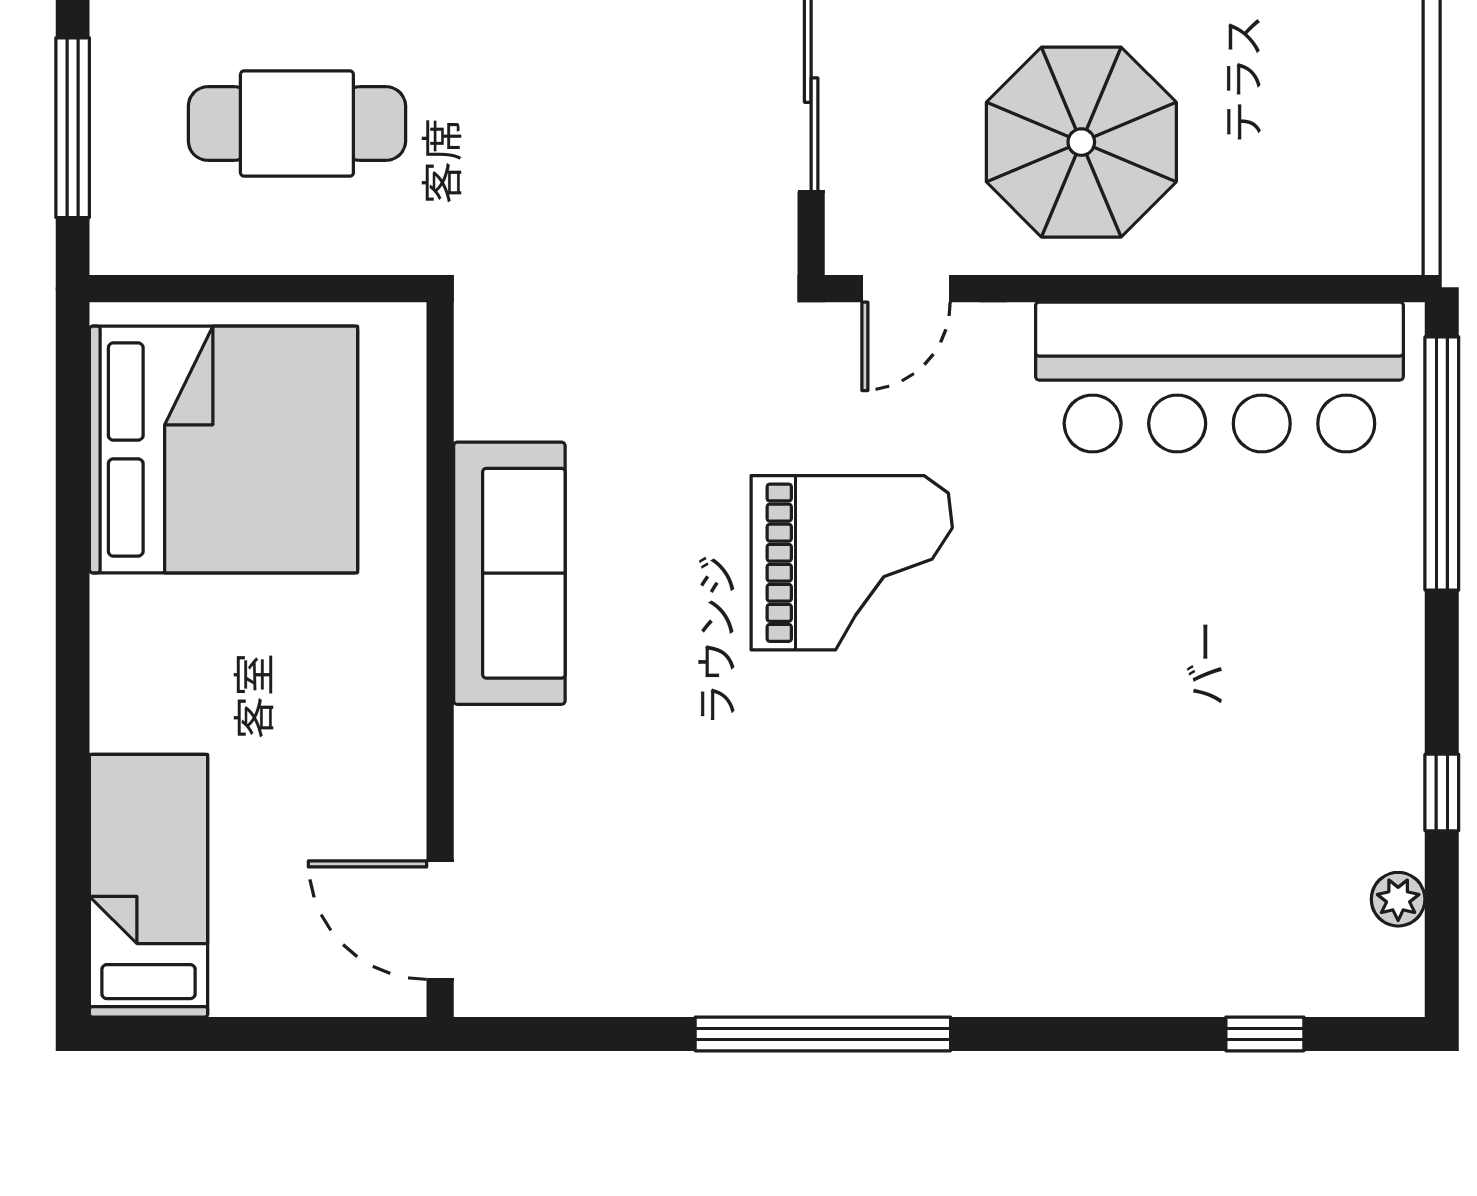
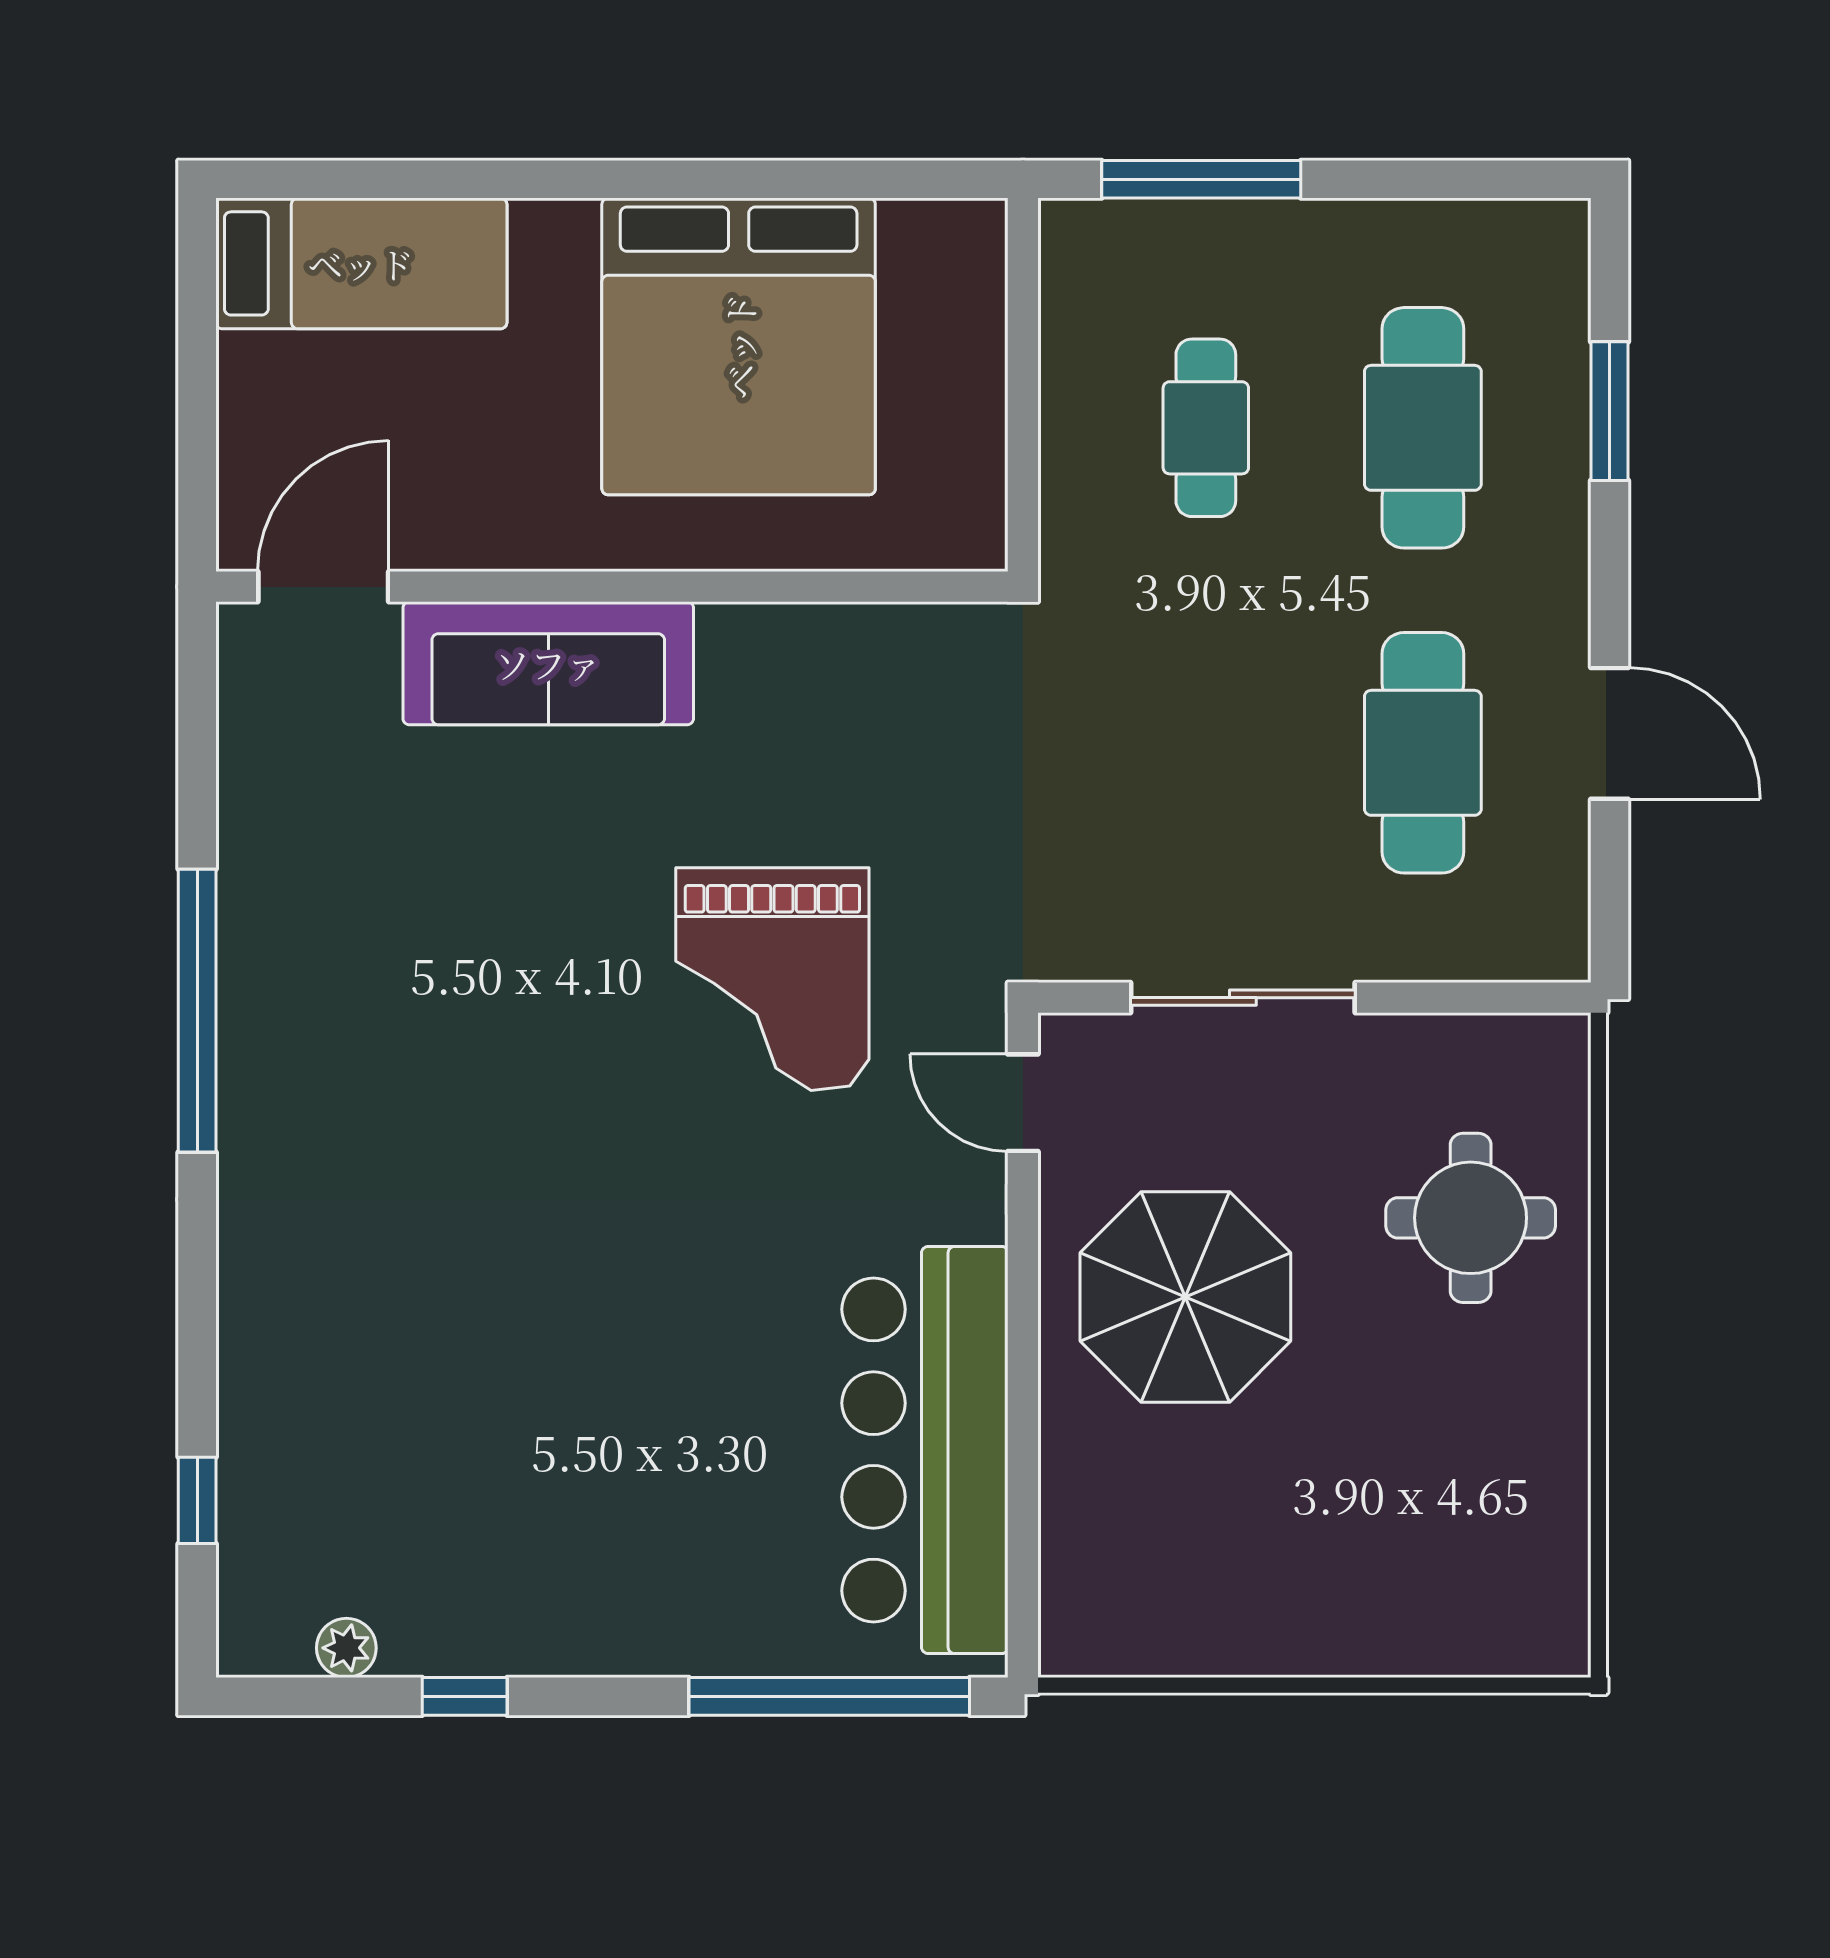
cafe table: (297, 124) -> (1206, 428), width x0.73, depth x0.74
bed: (224, 449) -> (739, 346), moved
grand piano: (852, 563) -> (772, 979), moved
sofa: (509, 573) -> (548, 663), moved

